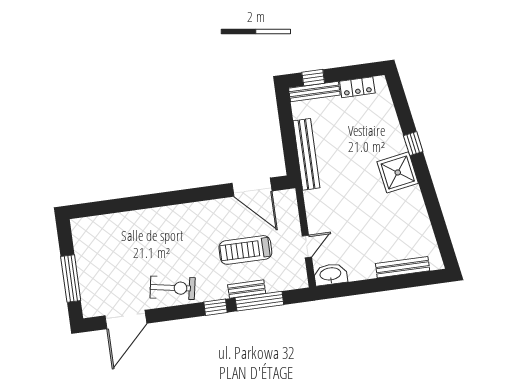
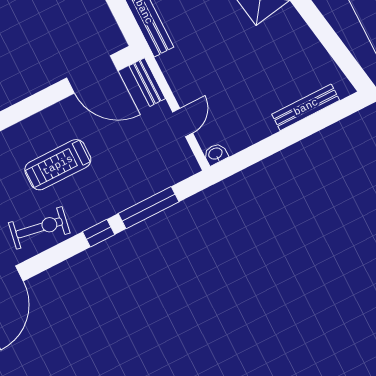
treadmill: (245, 250) -> (58, 165), moved
washbasin: (331, 274) -> (216, 154), width x0.52, depth x0.69
bench: (247, 289) -> (147, 82), moved, turned 90

